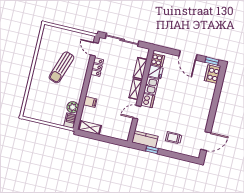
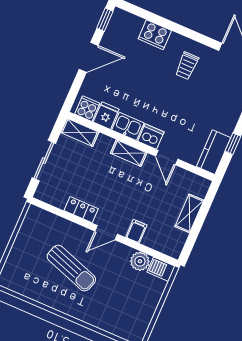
sliding door: (122, 40) -> (44, 161), width x0.73
door: (94, 49) -> (106, 233), moved
shelving: (140, 68) -> (80, 132), moved
cooker: (213, 74) -> (155, 35), moved
shelving: (90, 128) -> (189, 213), moved
trolley: (174, 138) -> (187, 66), moved

